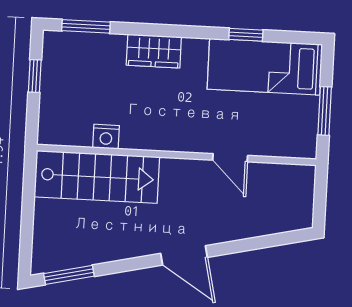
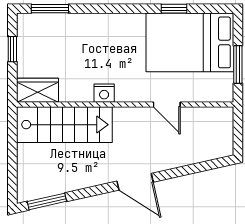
wardrobe: (154, 51) -> (37, 90), moved, turned 180
bed: (265, 67) -> (190, 42), width x1.50
nightstand: (106, 137) -> (104, 93), moved

